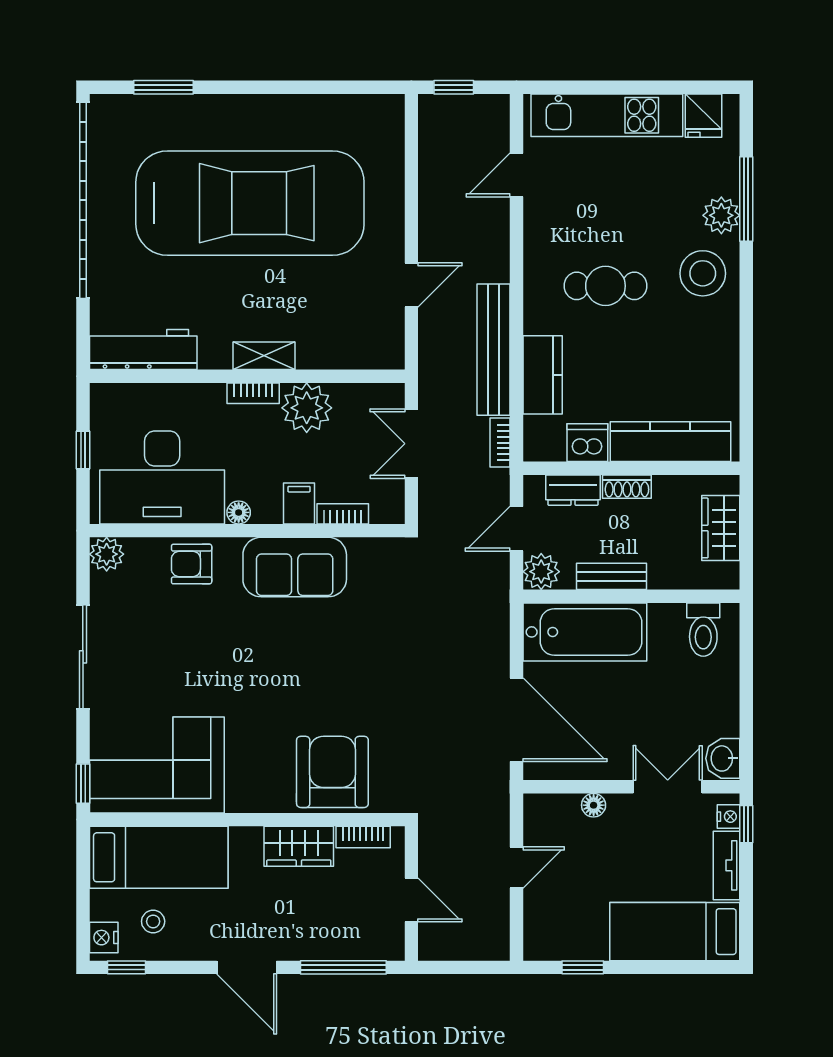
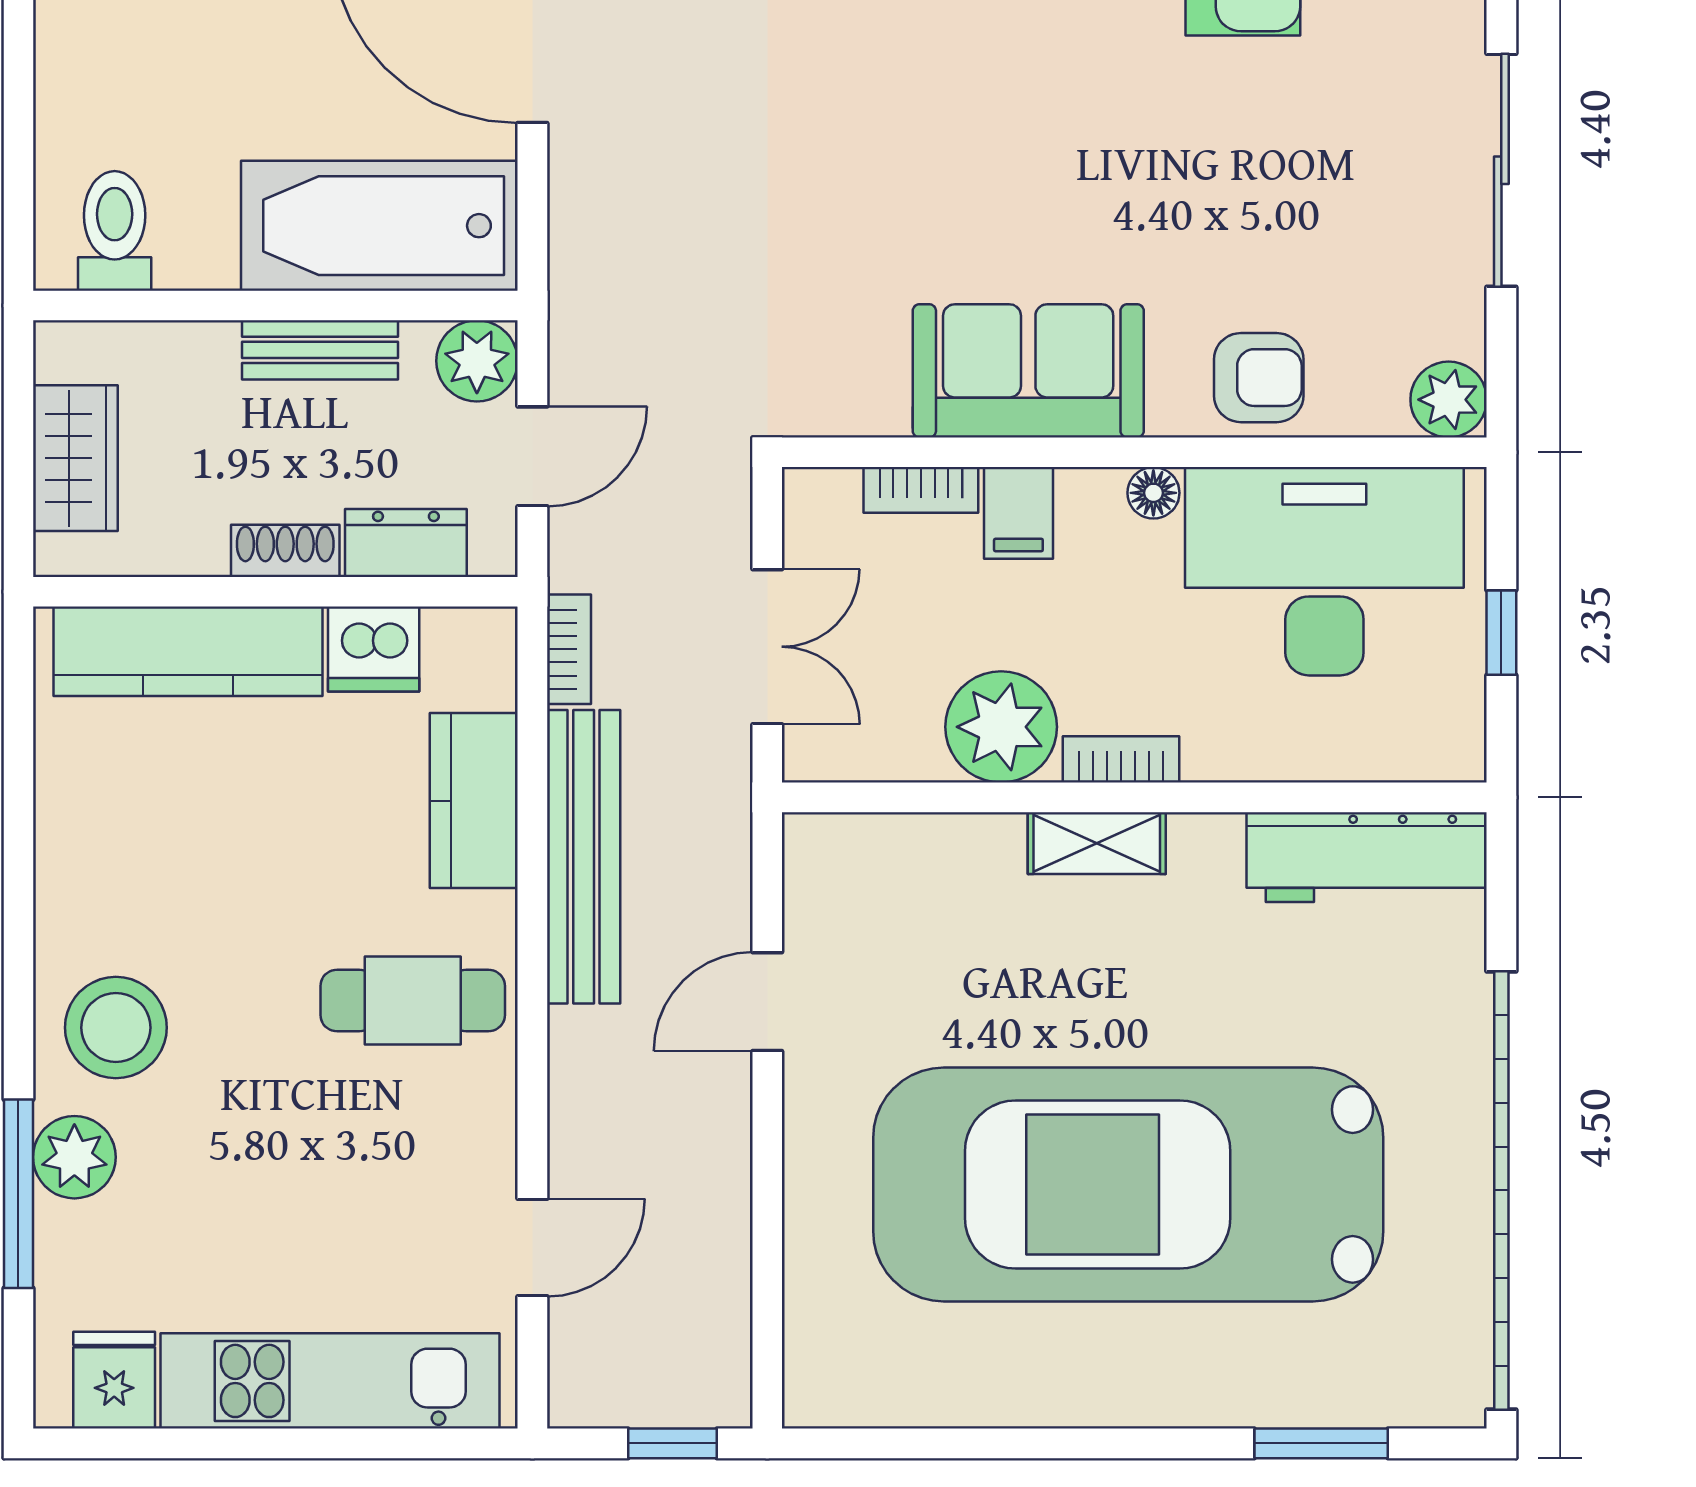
cafe table: (605, 286) -> (413, 1001), moved

